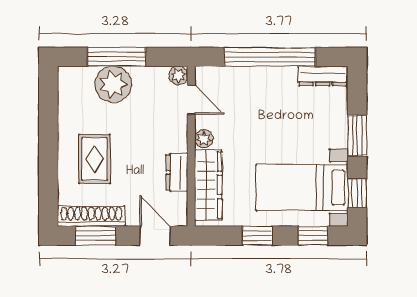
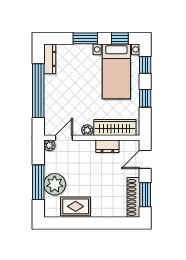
rug: (95, 159) -> (76, 206), moved

